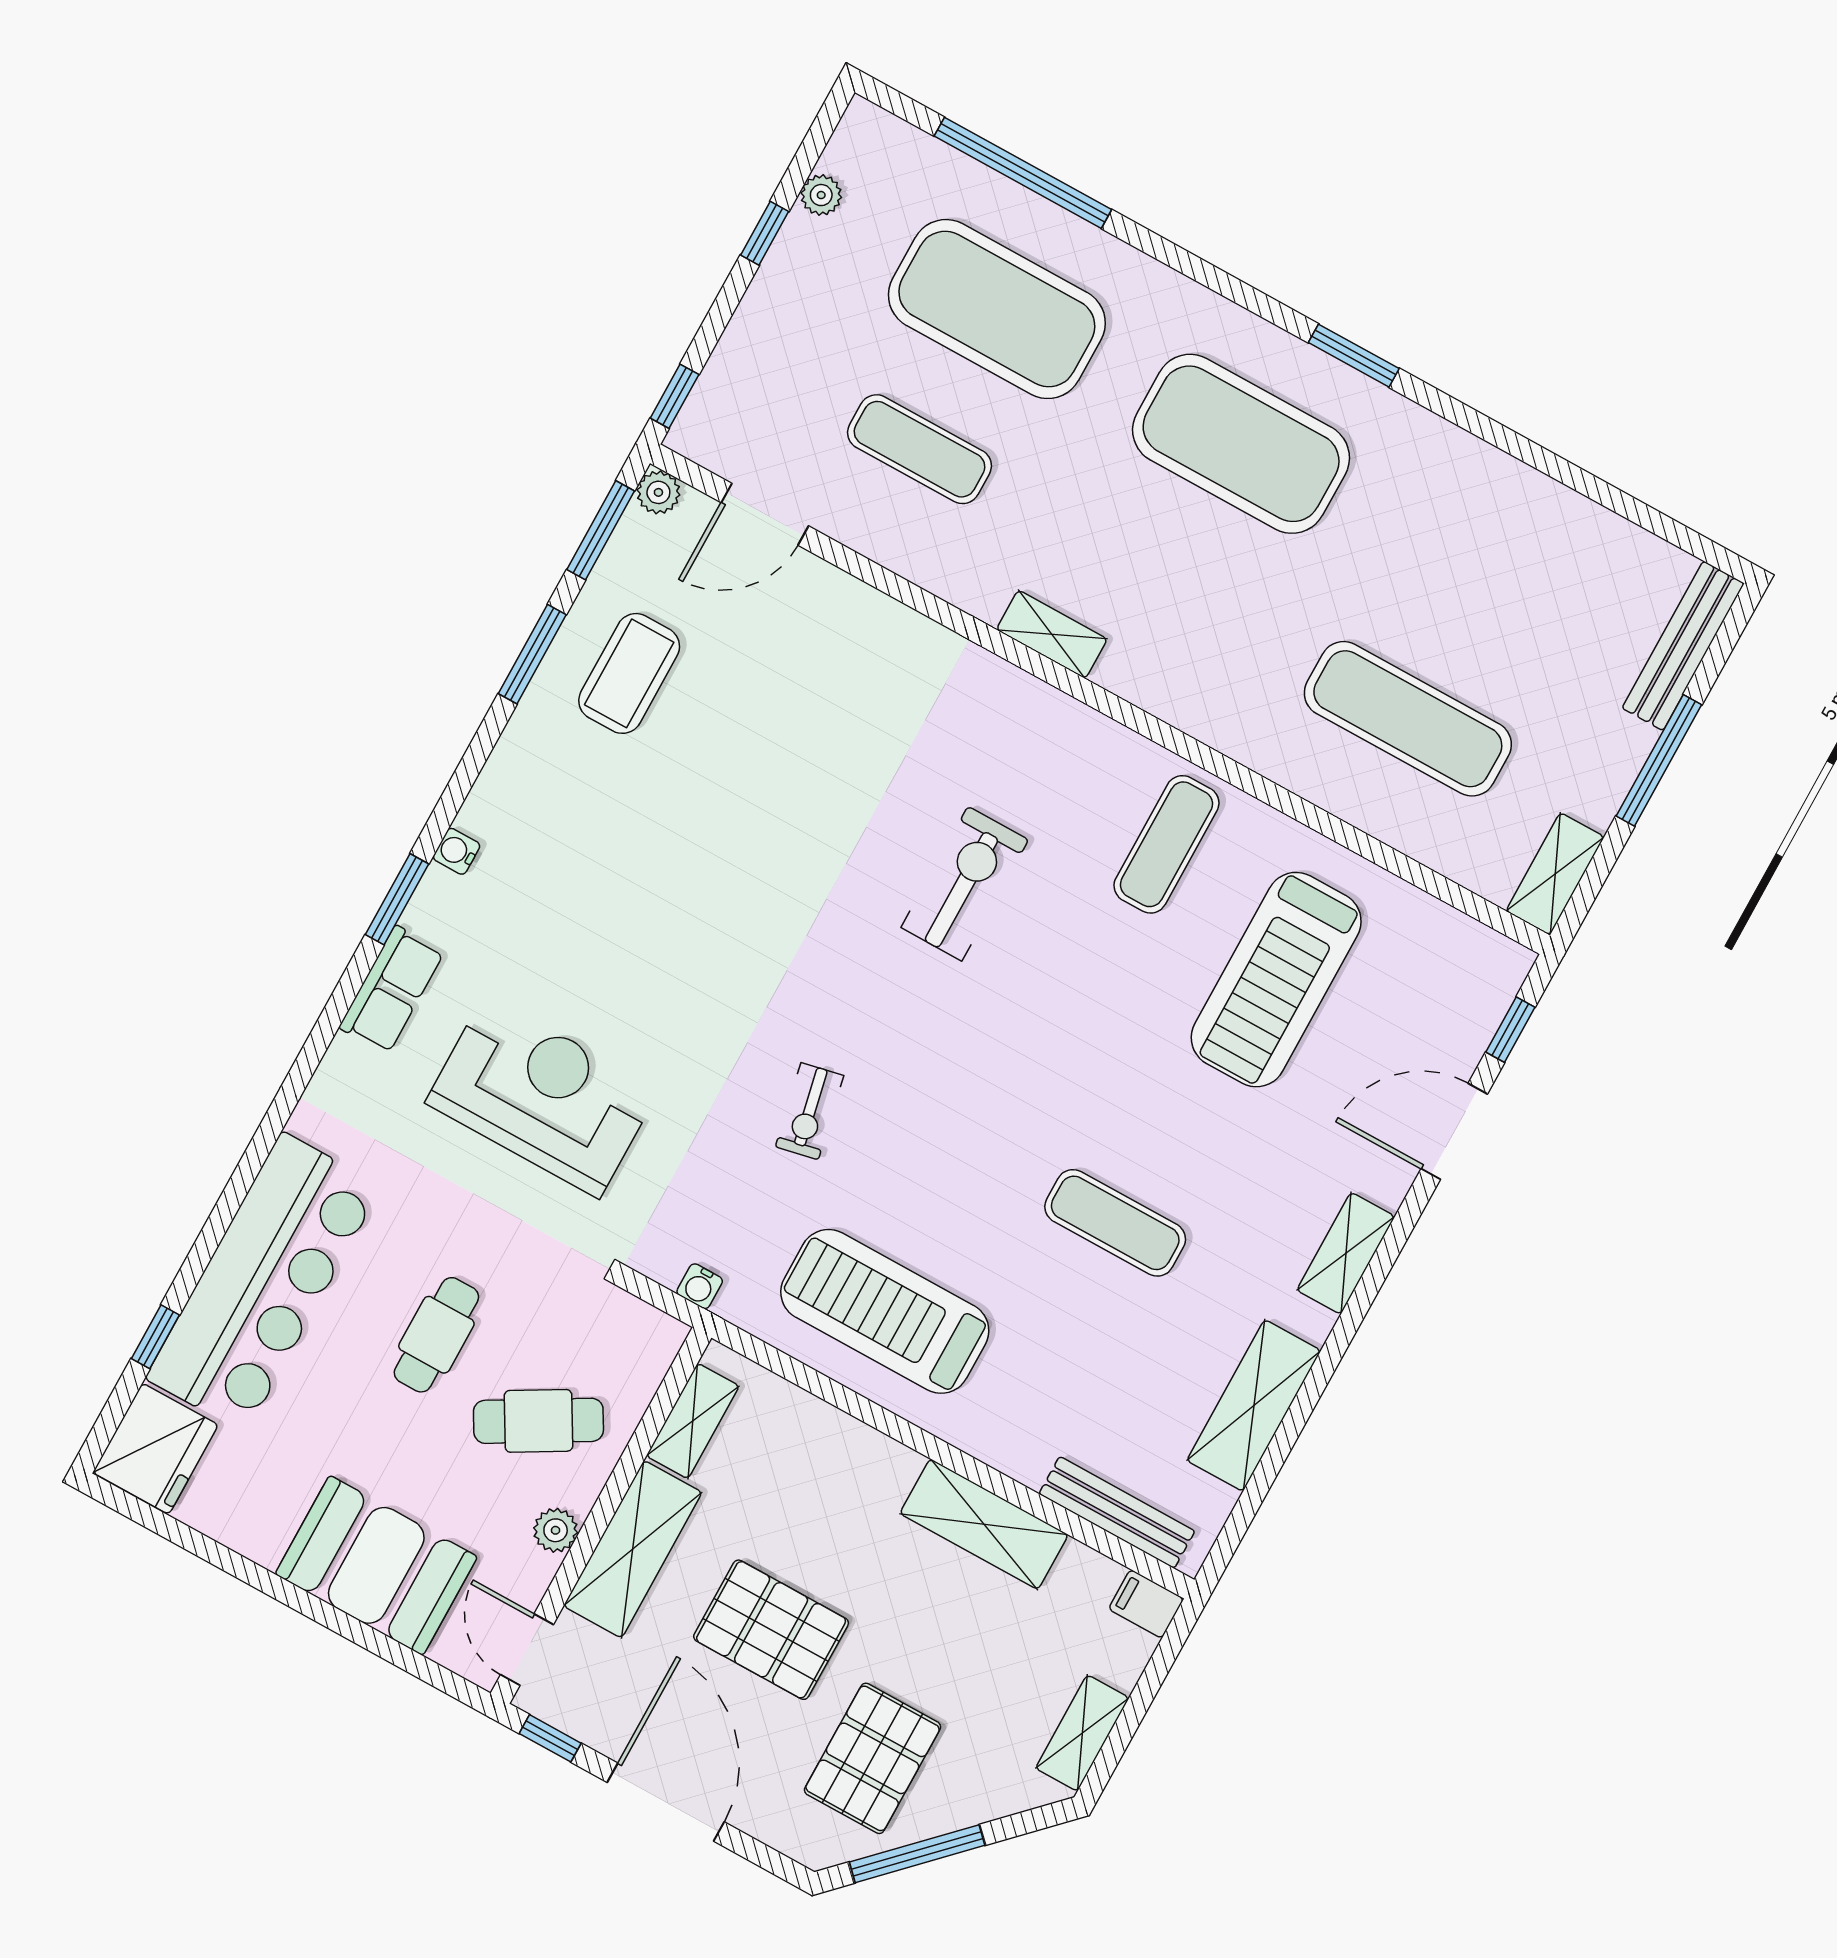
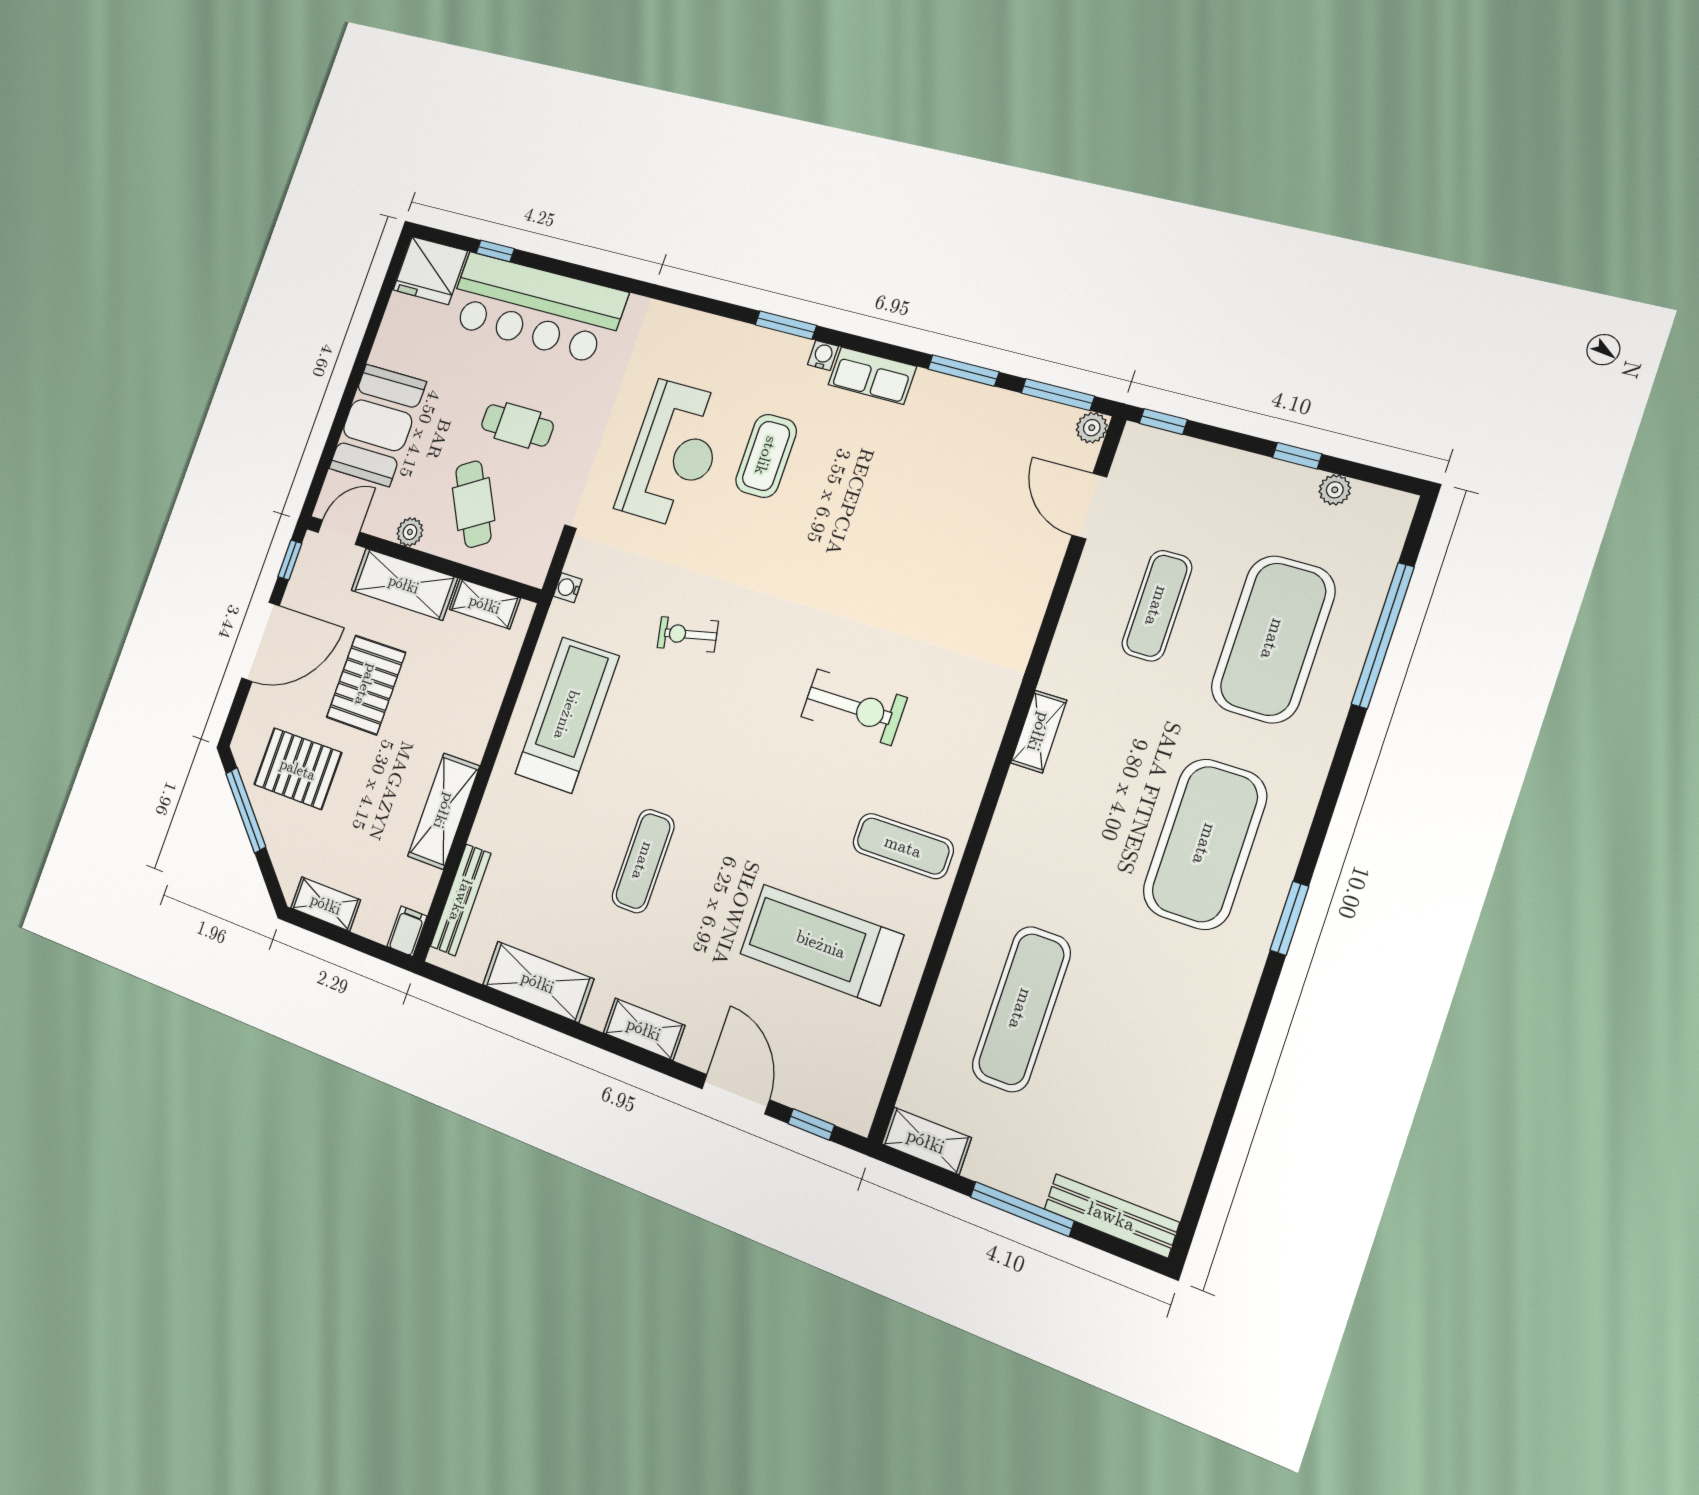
coffee table: (629, 673) -> (766, 456), moved, turned 90
row of seats: (392, 990) -> (872, 376), moved

